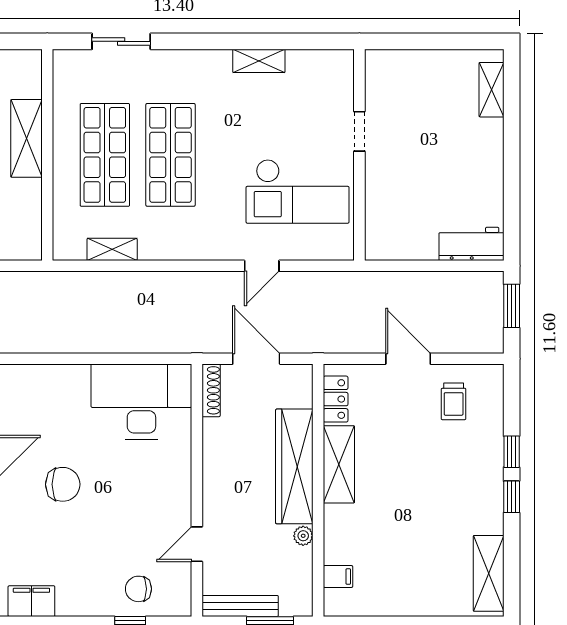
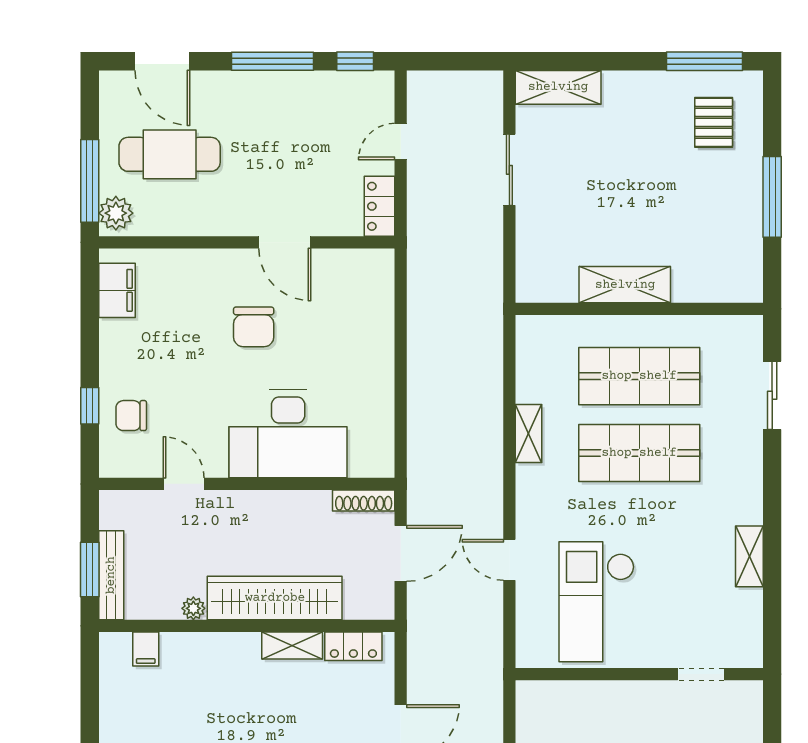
doorway: (359, 131) -> (701, 674), moved
shelving: (27, 138) -> (625, 285), moved
shelving: (112, 249) -> (529, 433), moved
desk: (141, 401) -> (288, 434), moved, turned 90
shelving: (339, 464) -> (292, 645), width x0.67, depth x0.75
chair: (138, 589) -> (131, 416), turned -90
bench: (240, 606) -> (111, 575), moved

